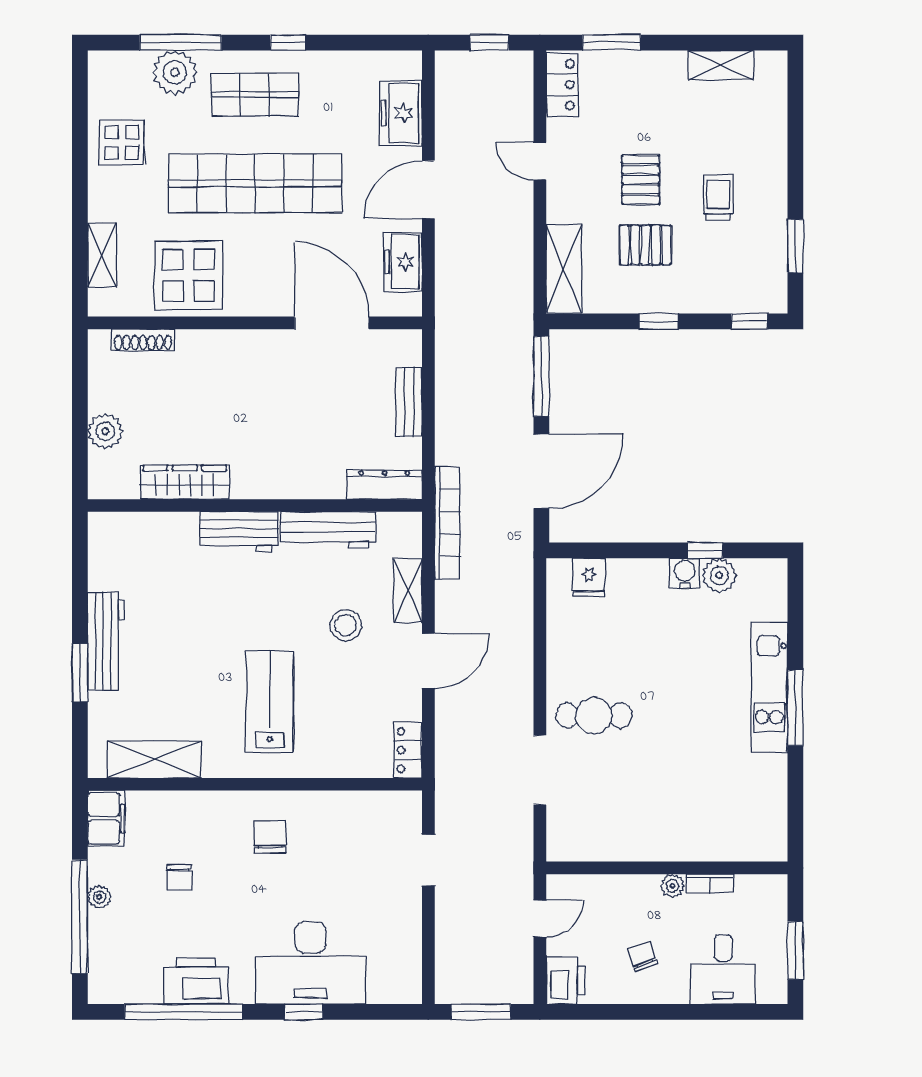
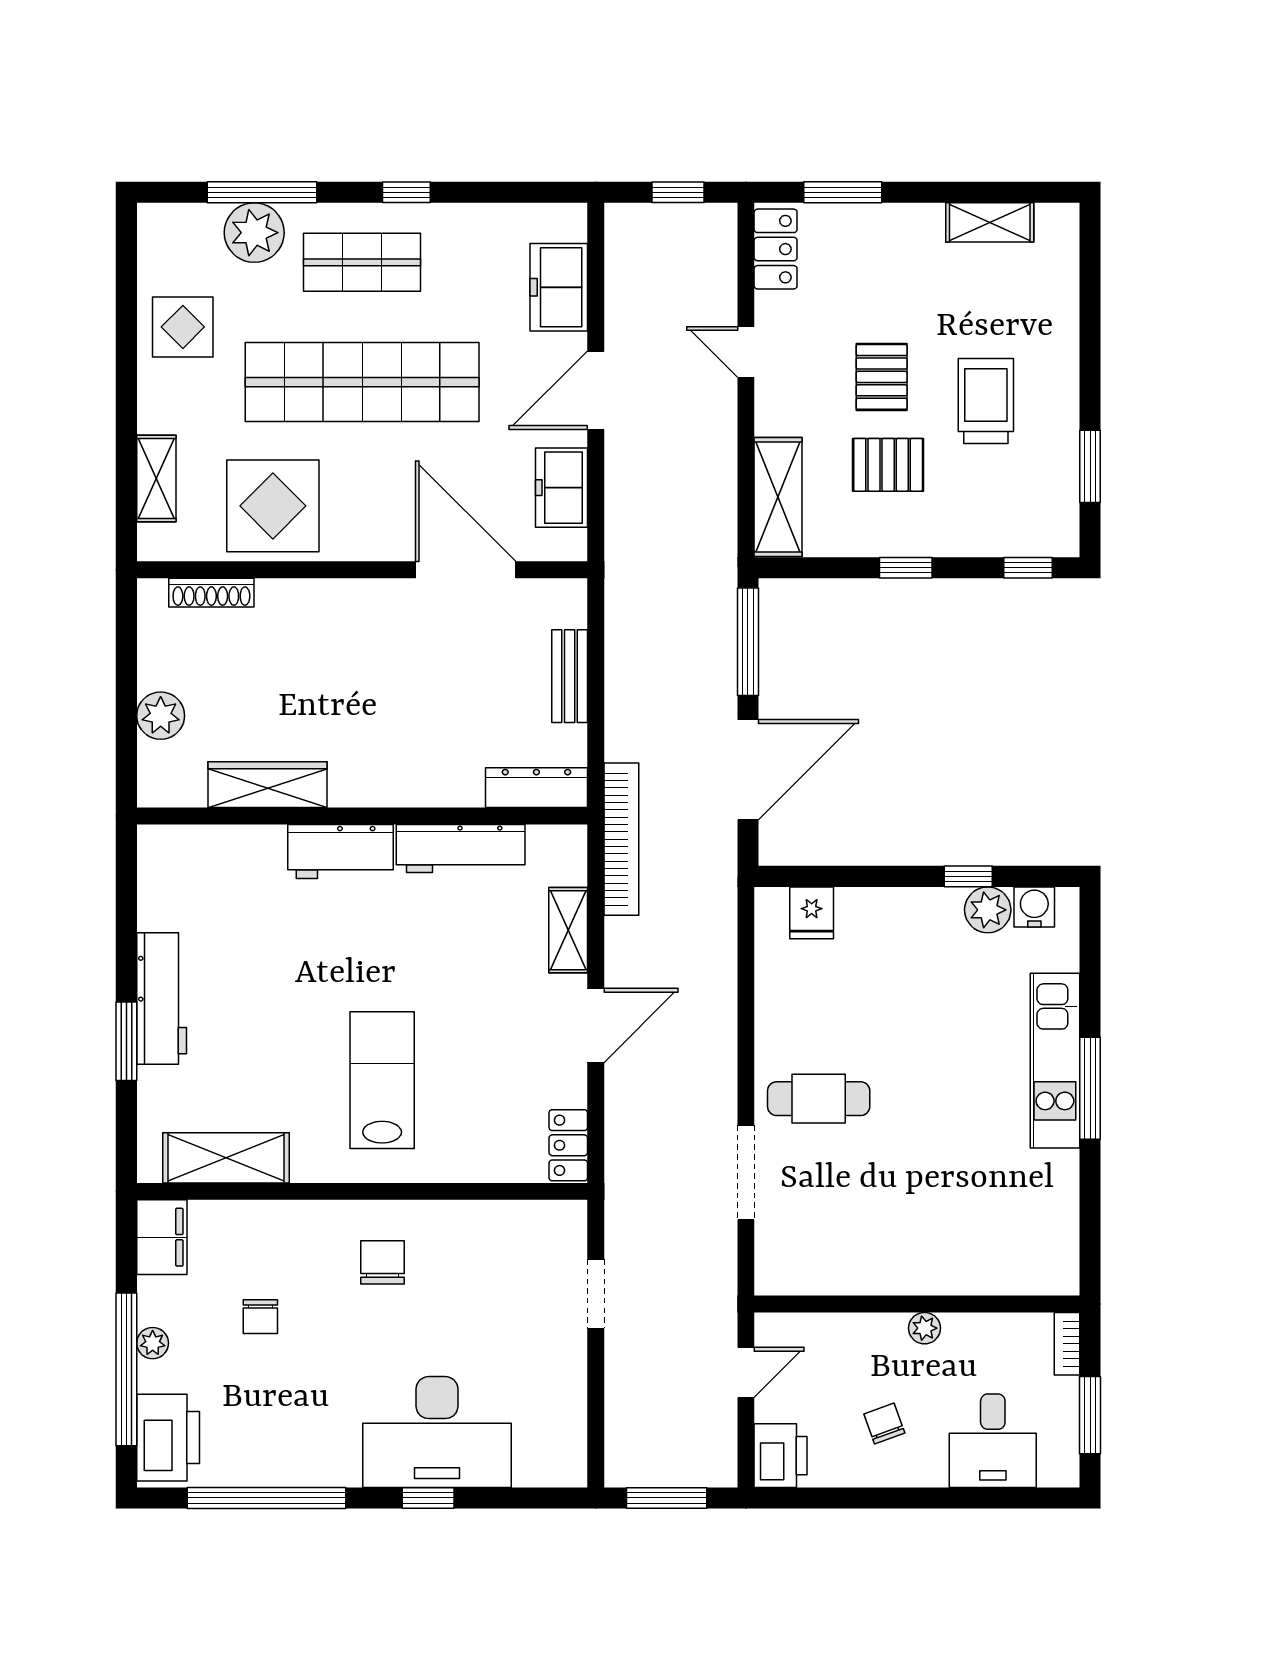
trolley: (718, 198) -> (986, 401), width x1.36, depth x1.39
water cooler: (685, 573) -> (1034, 907), moved
stool: (346, 625) -> (484, 977), removed
bookcase: (710, 883) -> (1067, 1344), moved, turned 90
printer: (196, 981) -> (168, 1438), moved, turned 90

